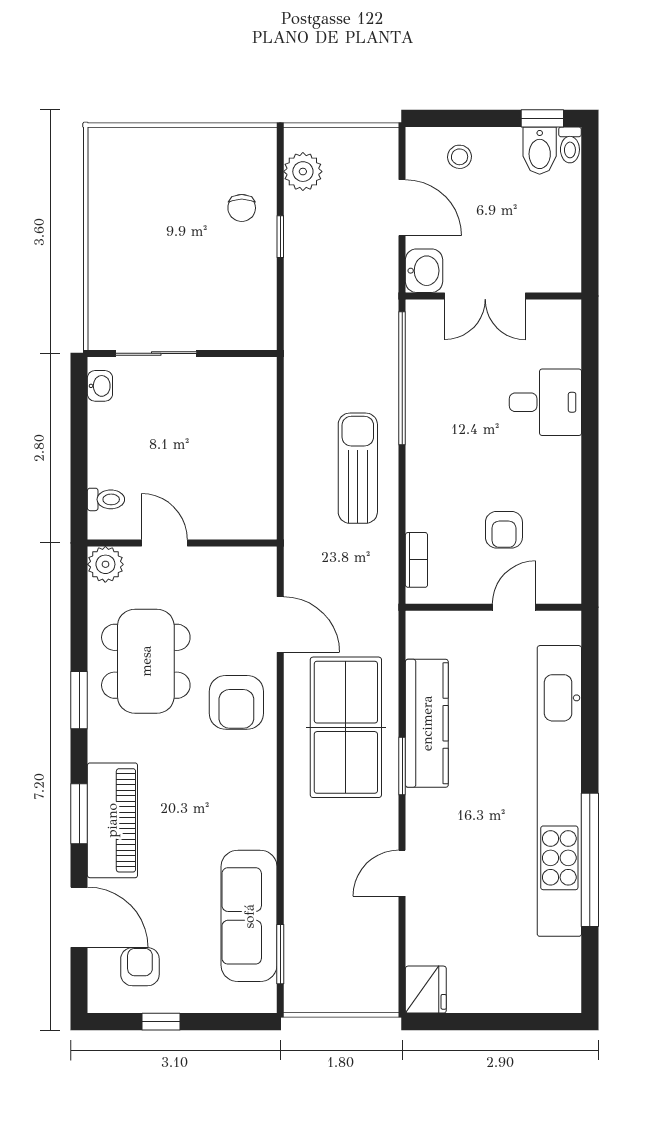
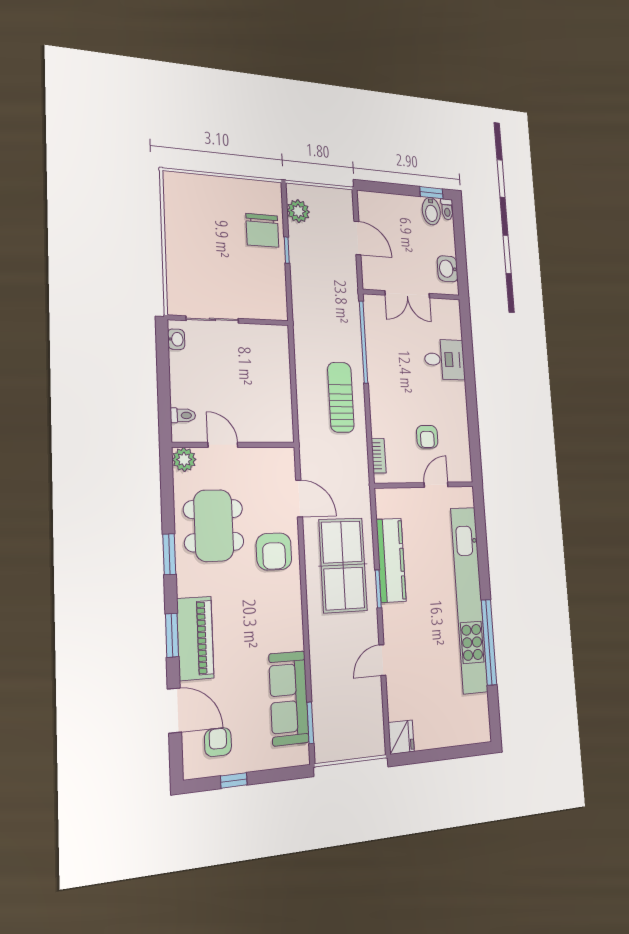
stool: (460, 157) -> (388, 211), removed
chair: (242, 208) -> (262, 230), width x1.87, depth x1.87
washbasin: (424, 271) -> (448, 269), moved, turned 180

